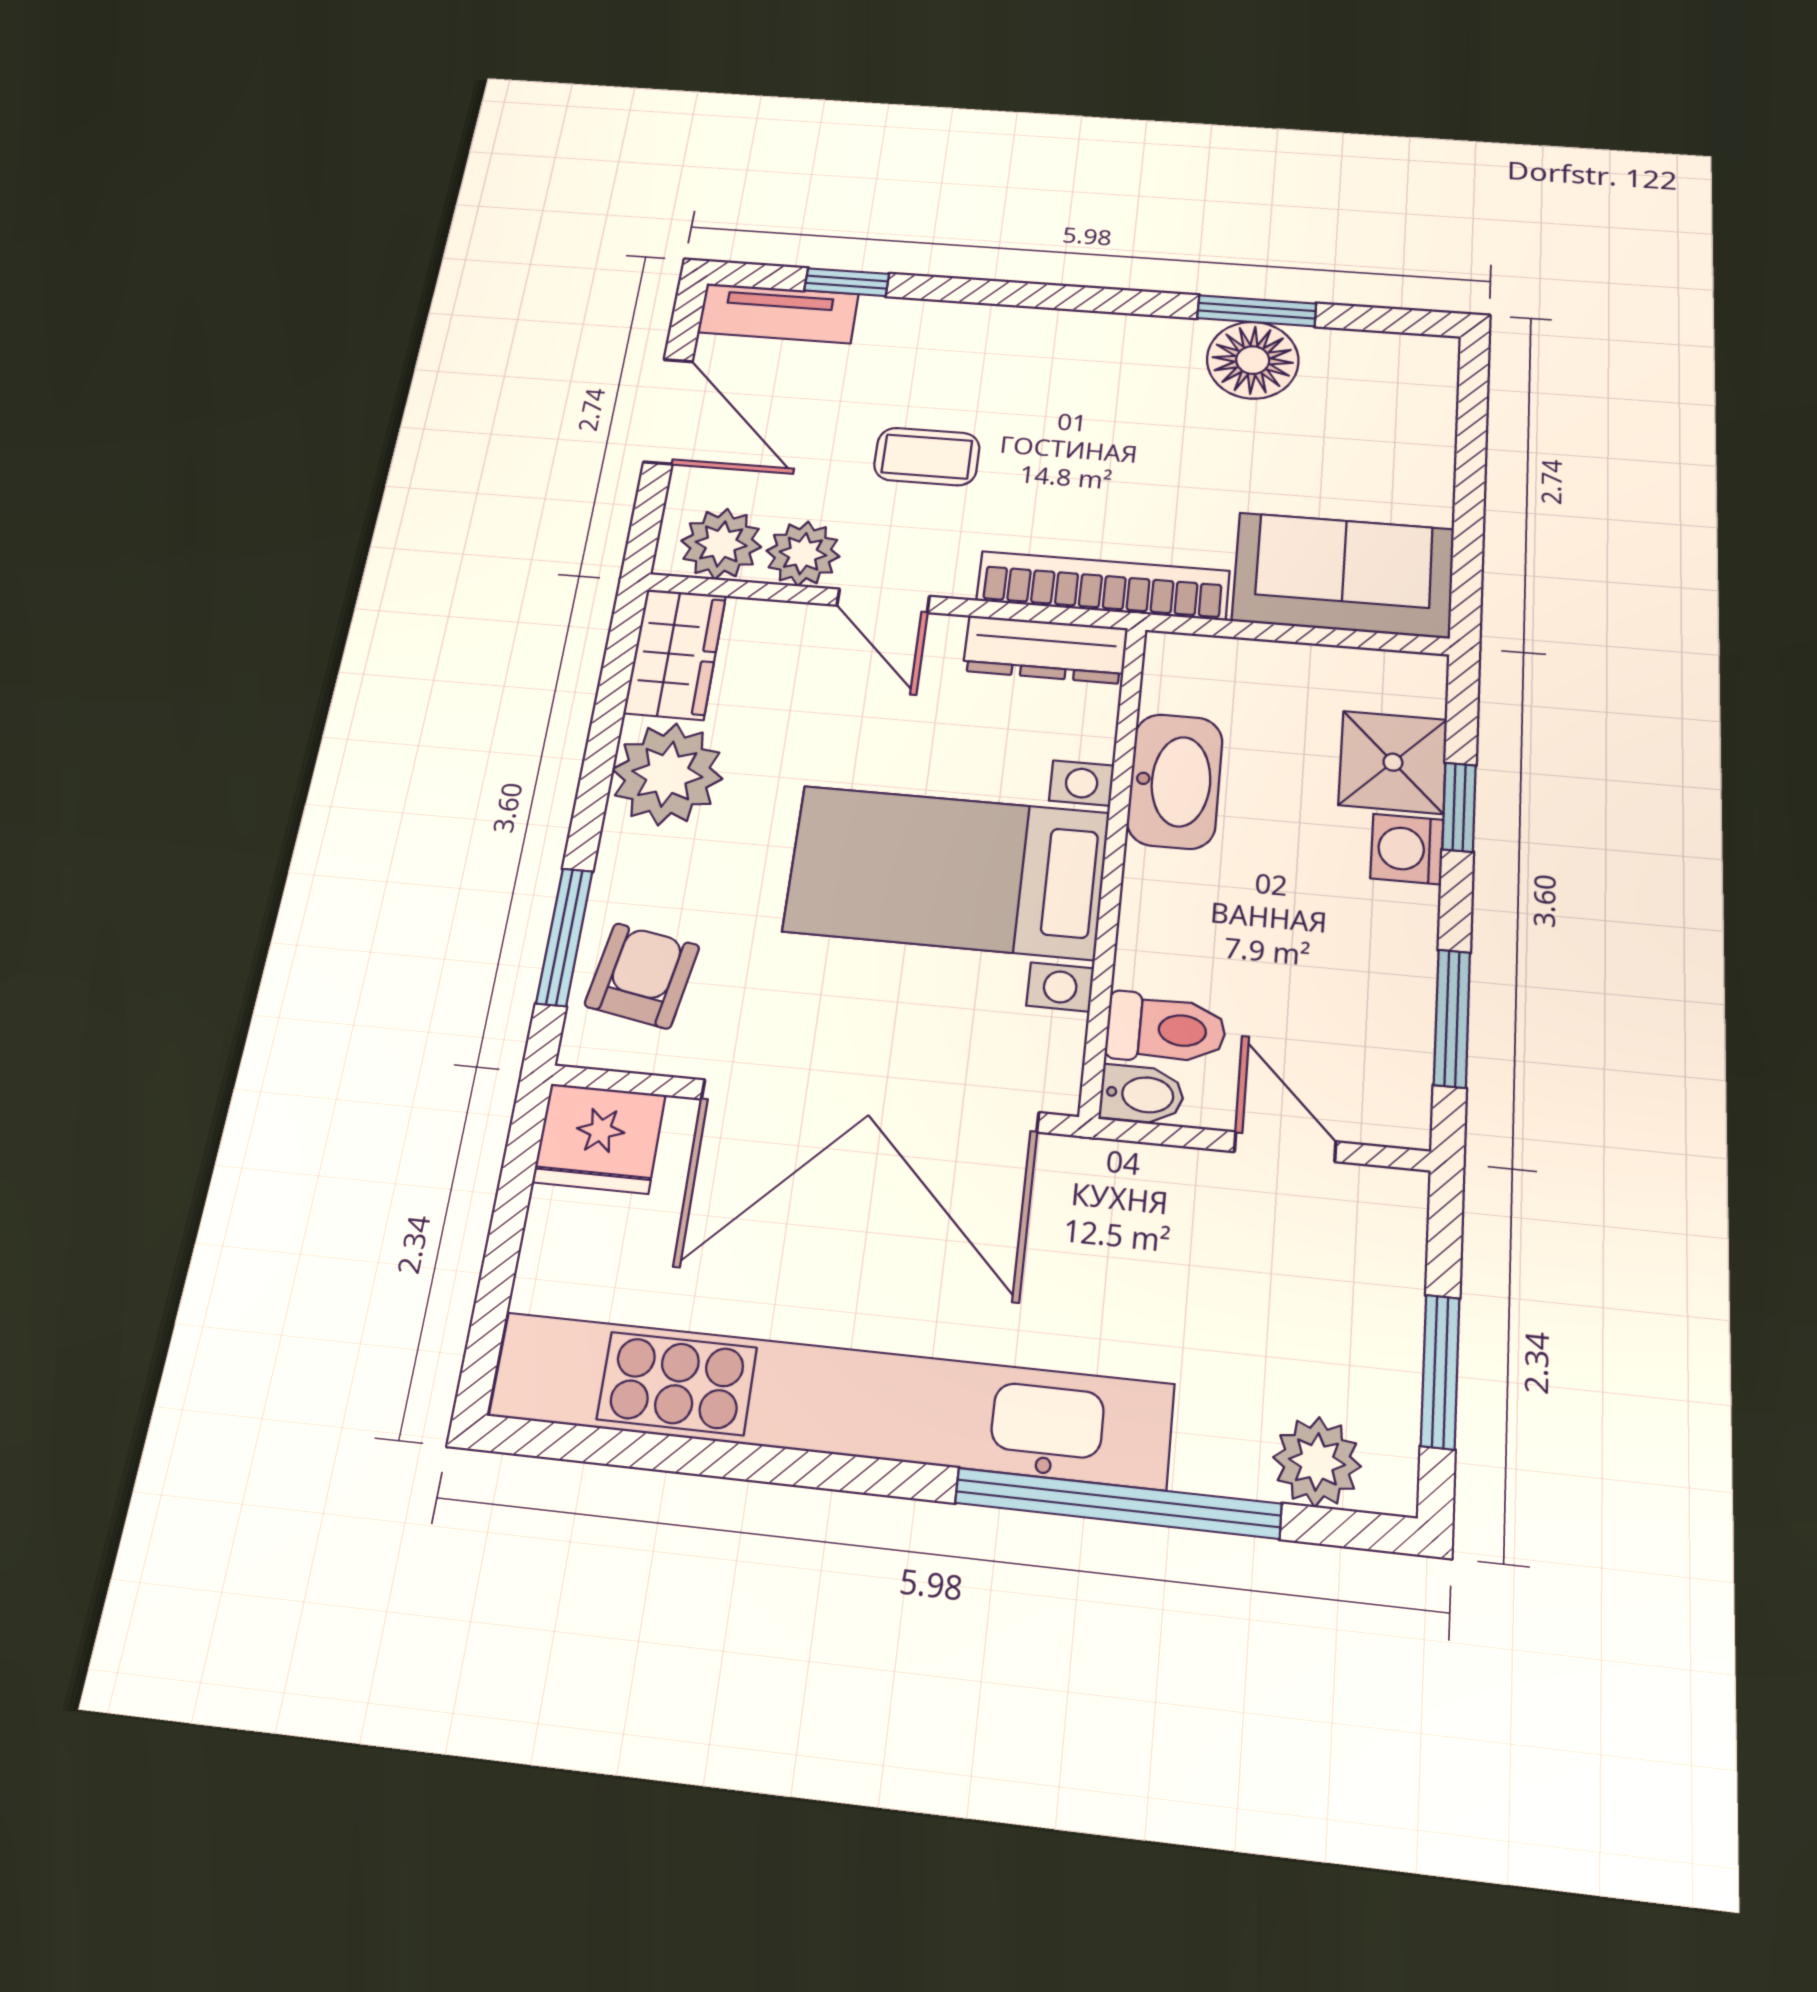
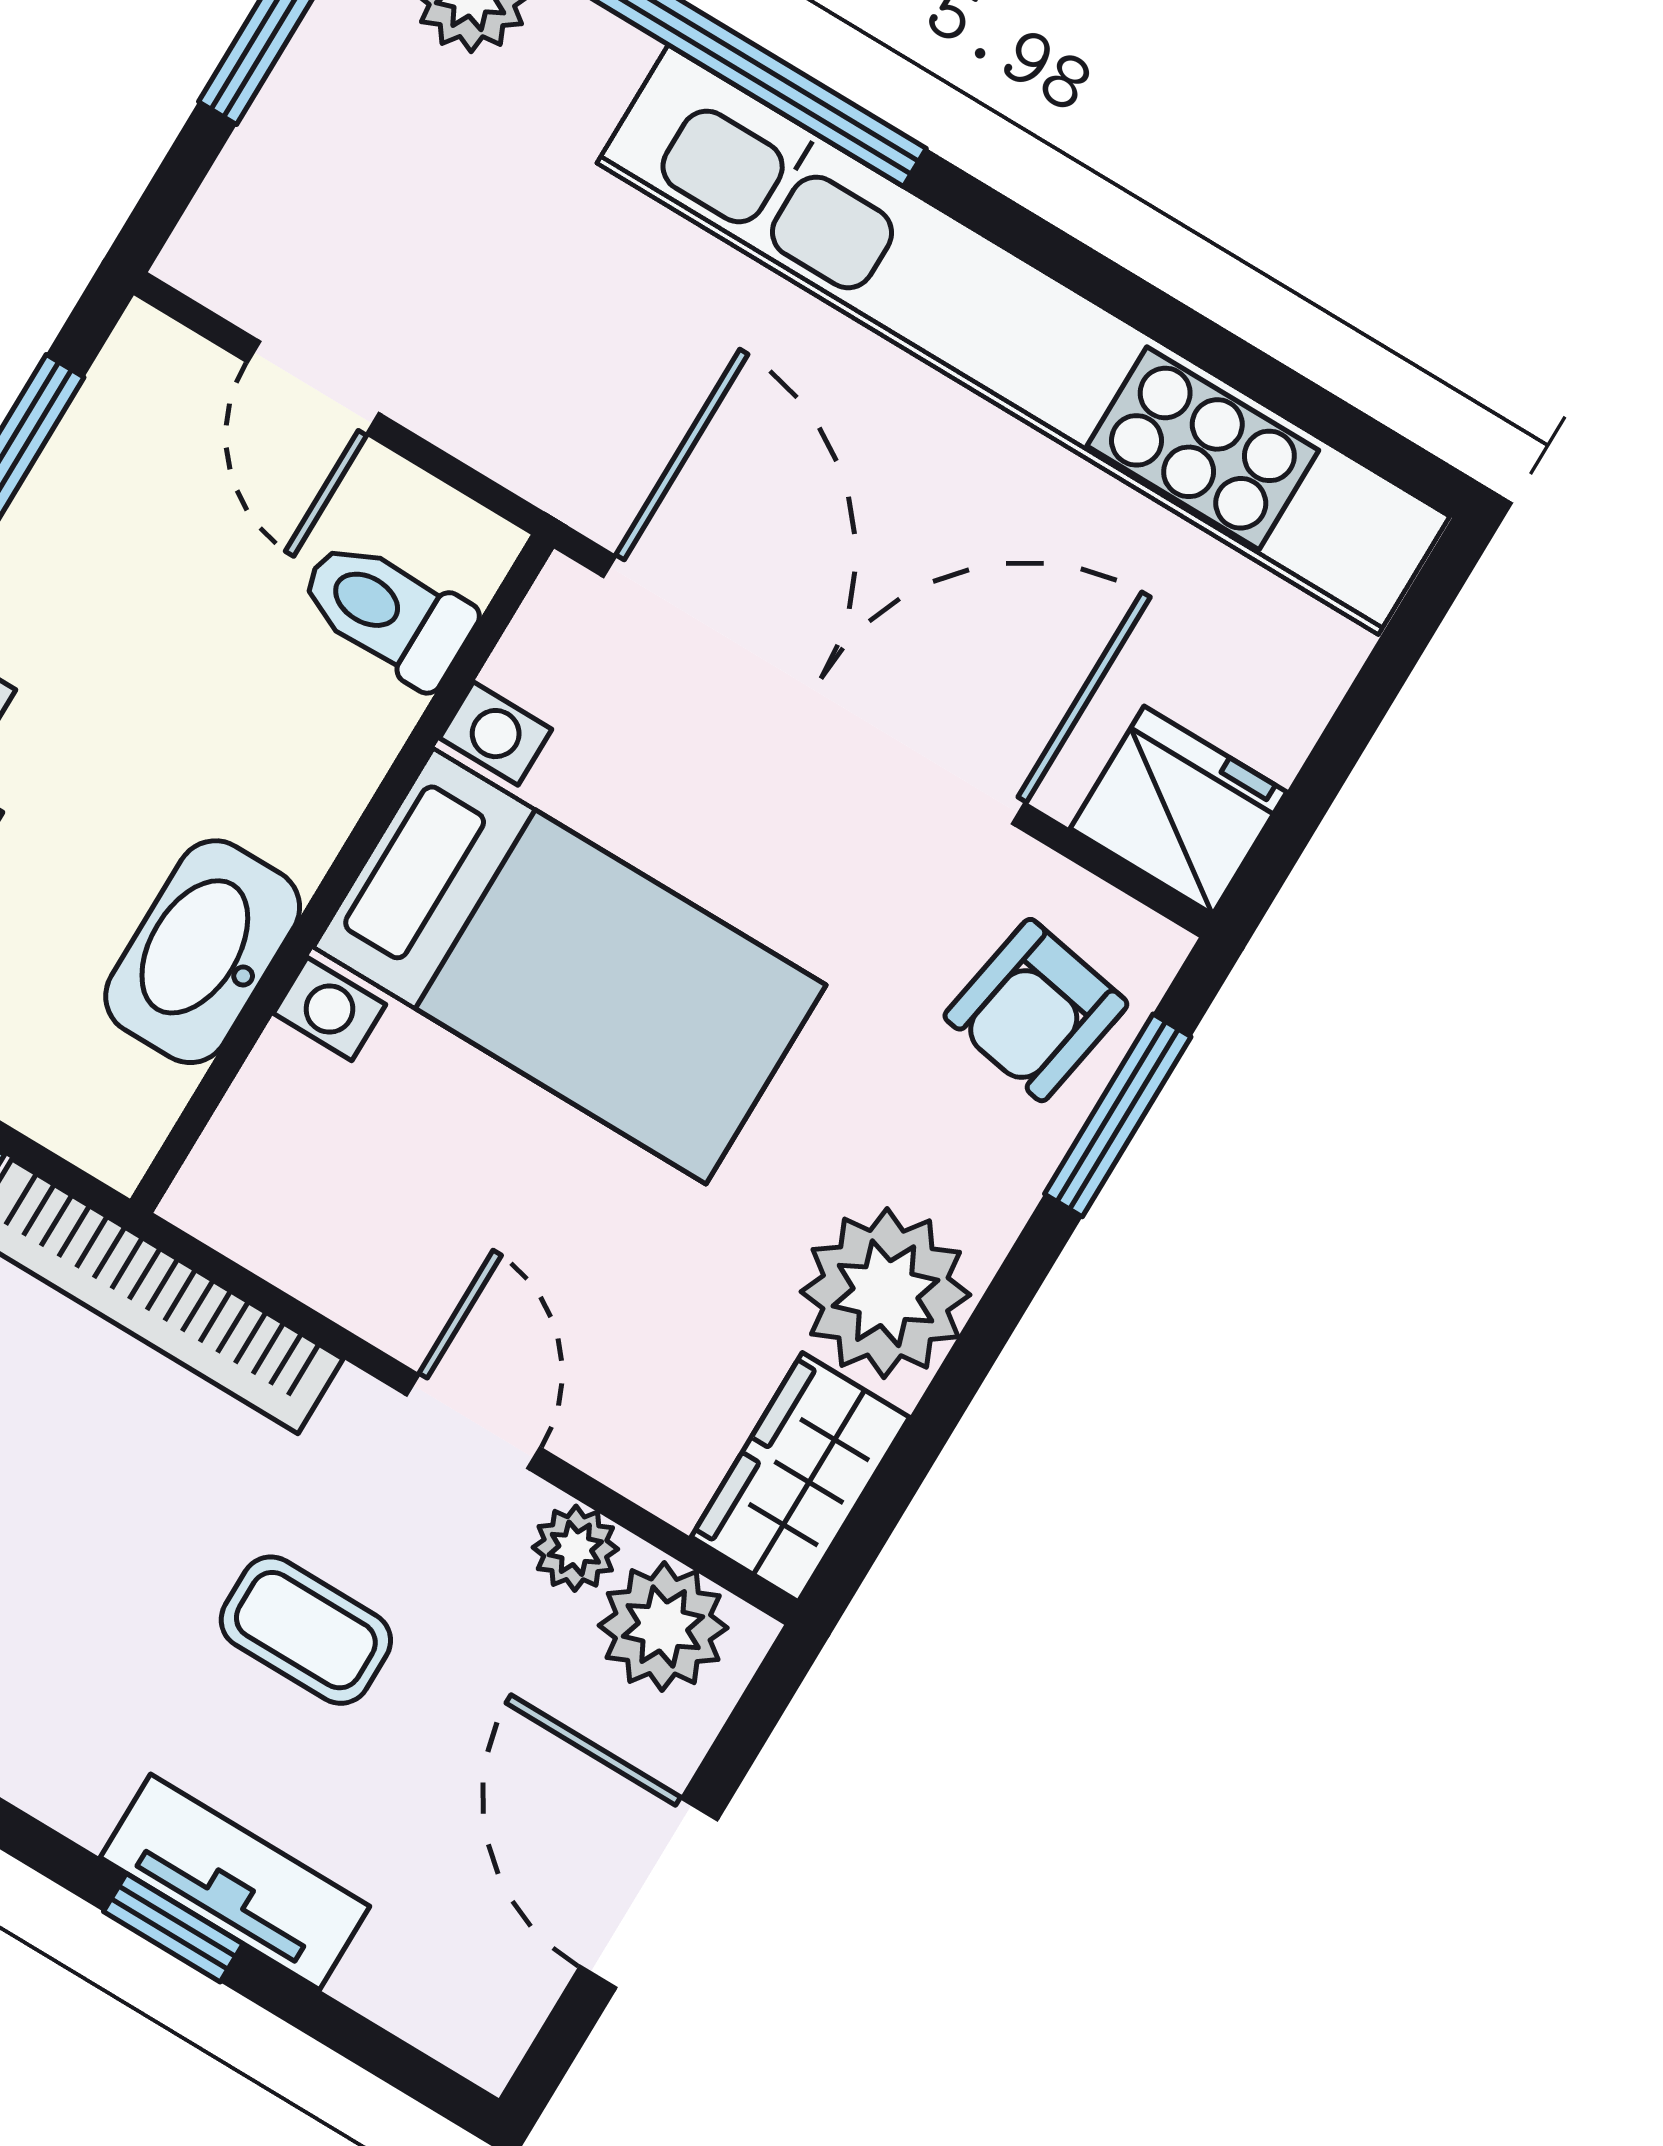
window: (847, 282) -> (173, 1928), moved
tv unit: (778, 313) -> (235, 1882), moved
plant: (803, 554) -> (575, 1548), width x0.73, depth x0.73
dresser: (1045, 650) -> (283, 1235), removed
bidet: (1142, 1094) -> (460, 540), removed

